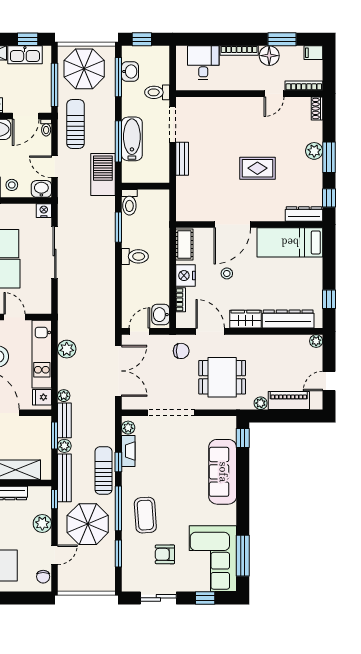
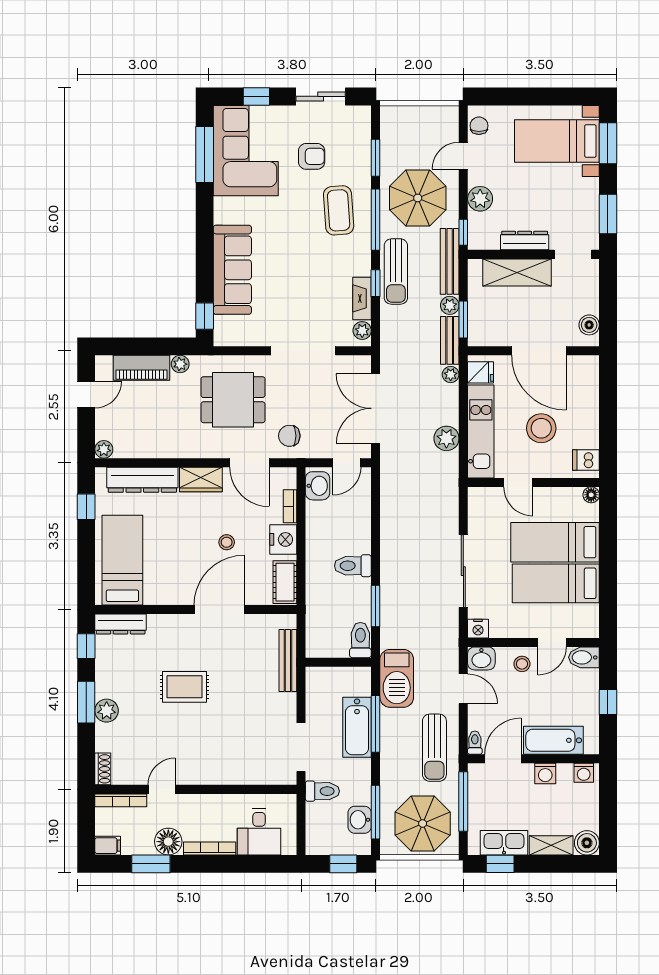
bench: (182, 159) -> (288, 661), moved, width x1.36
bed: (290, 242) -> (122, 560), moved, turned -90

